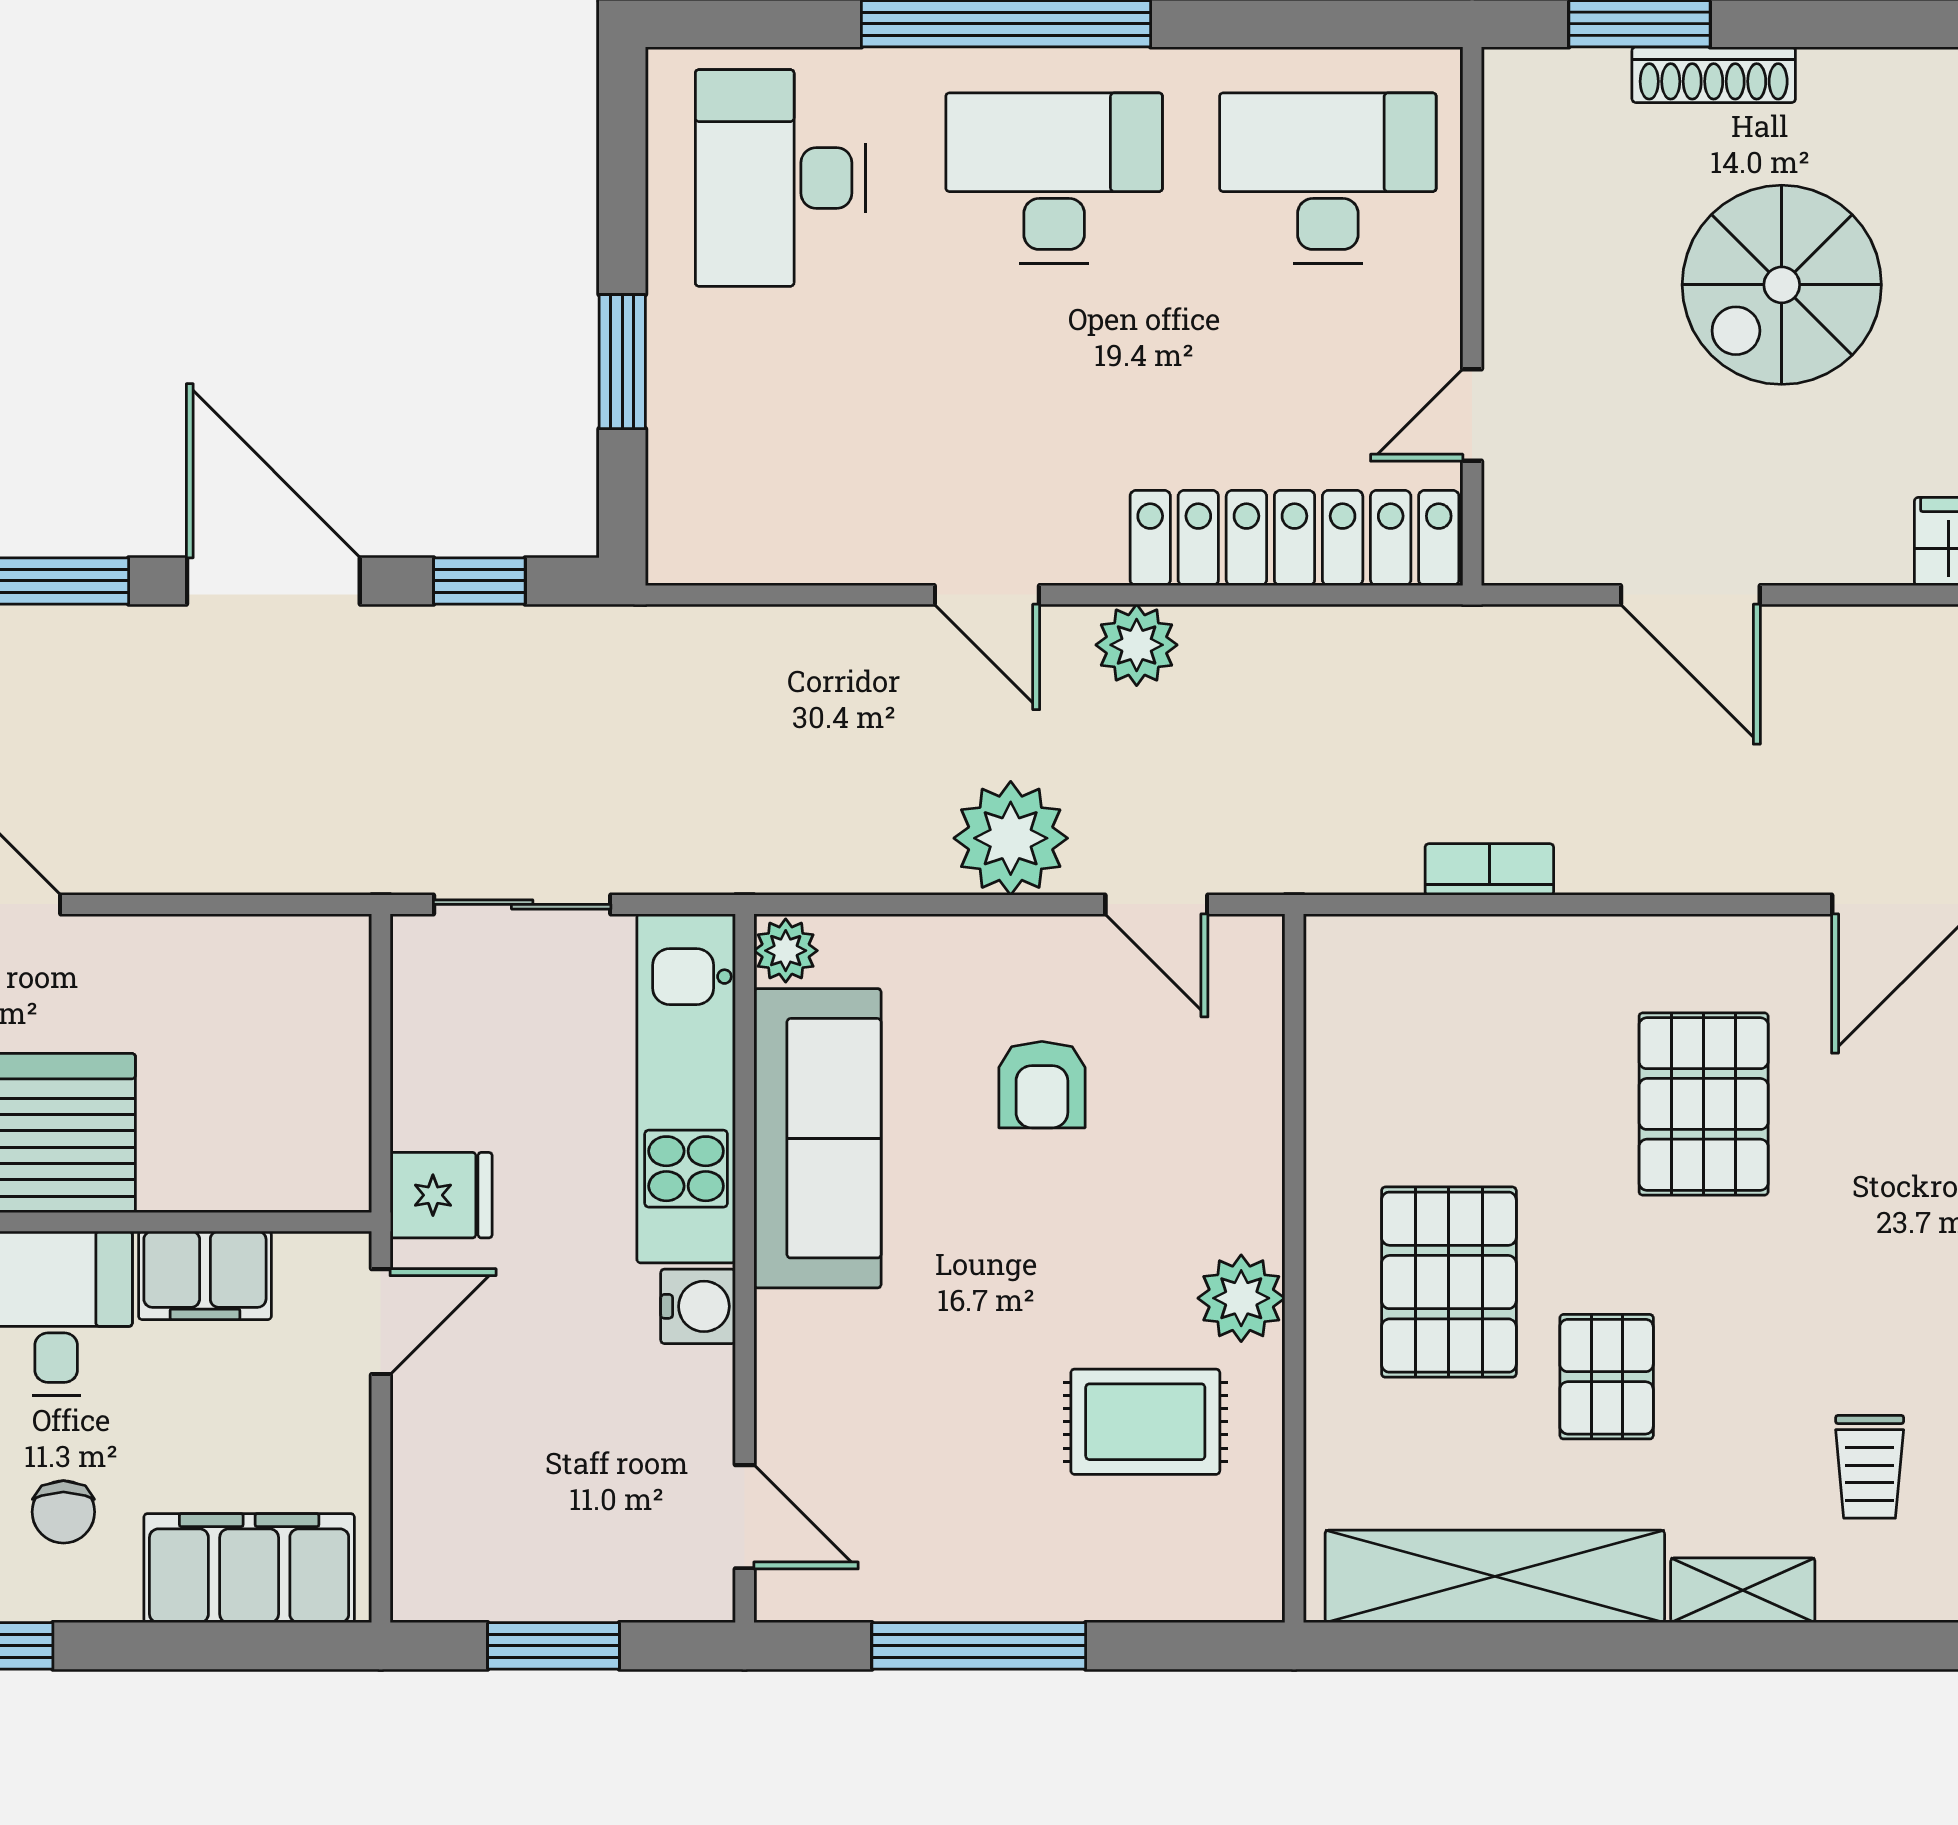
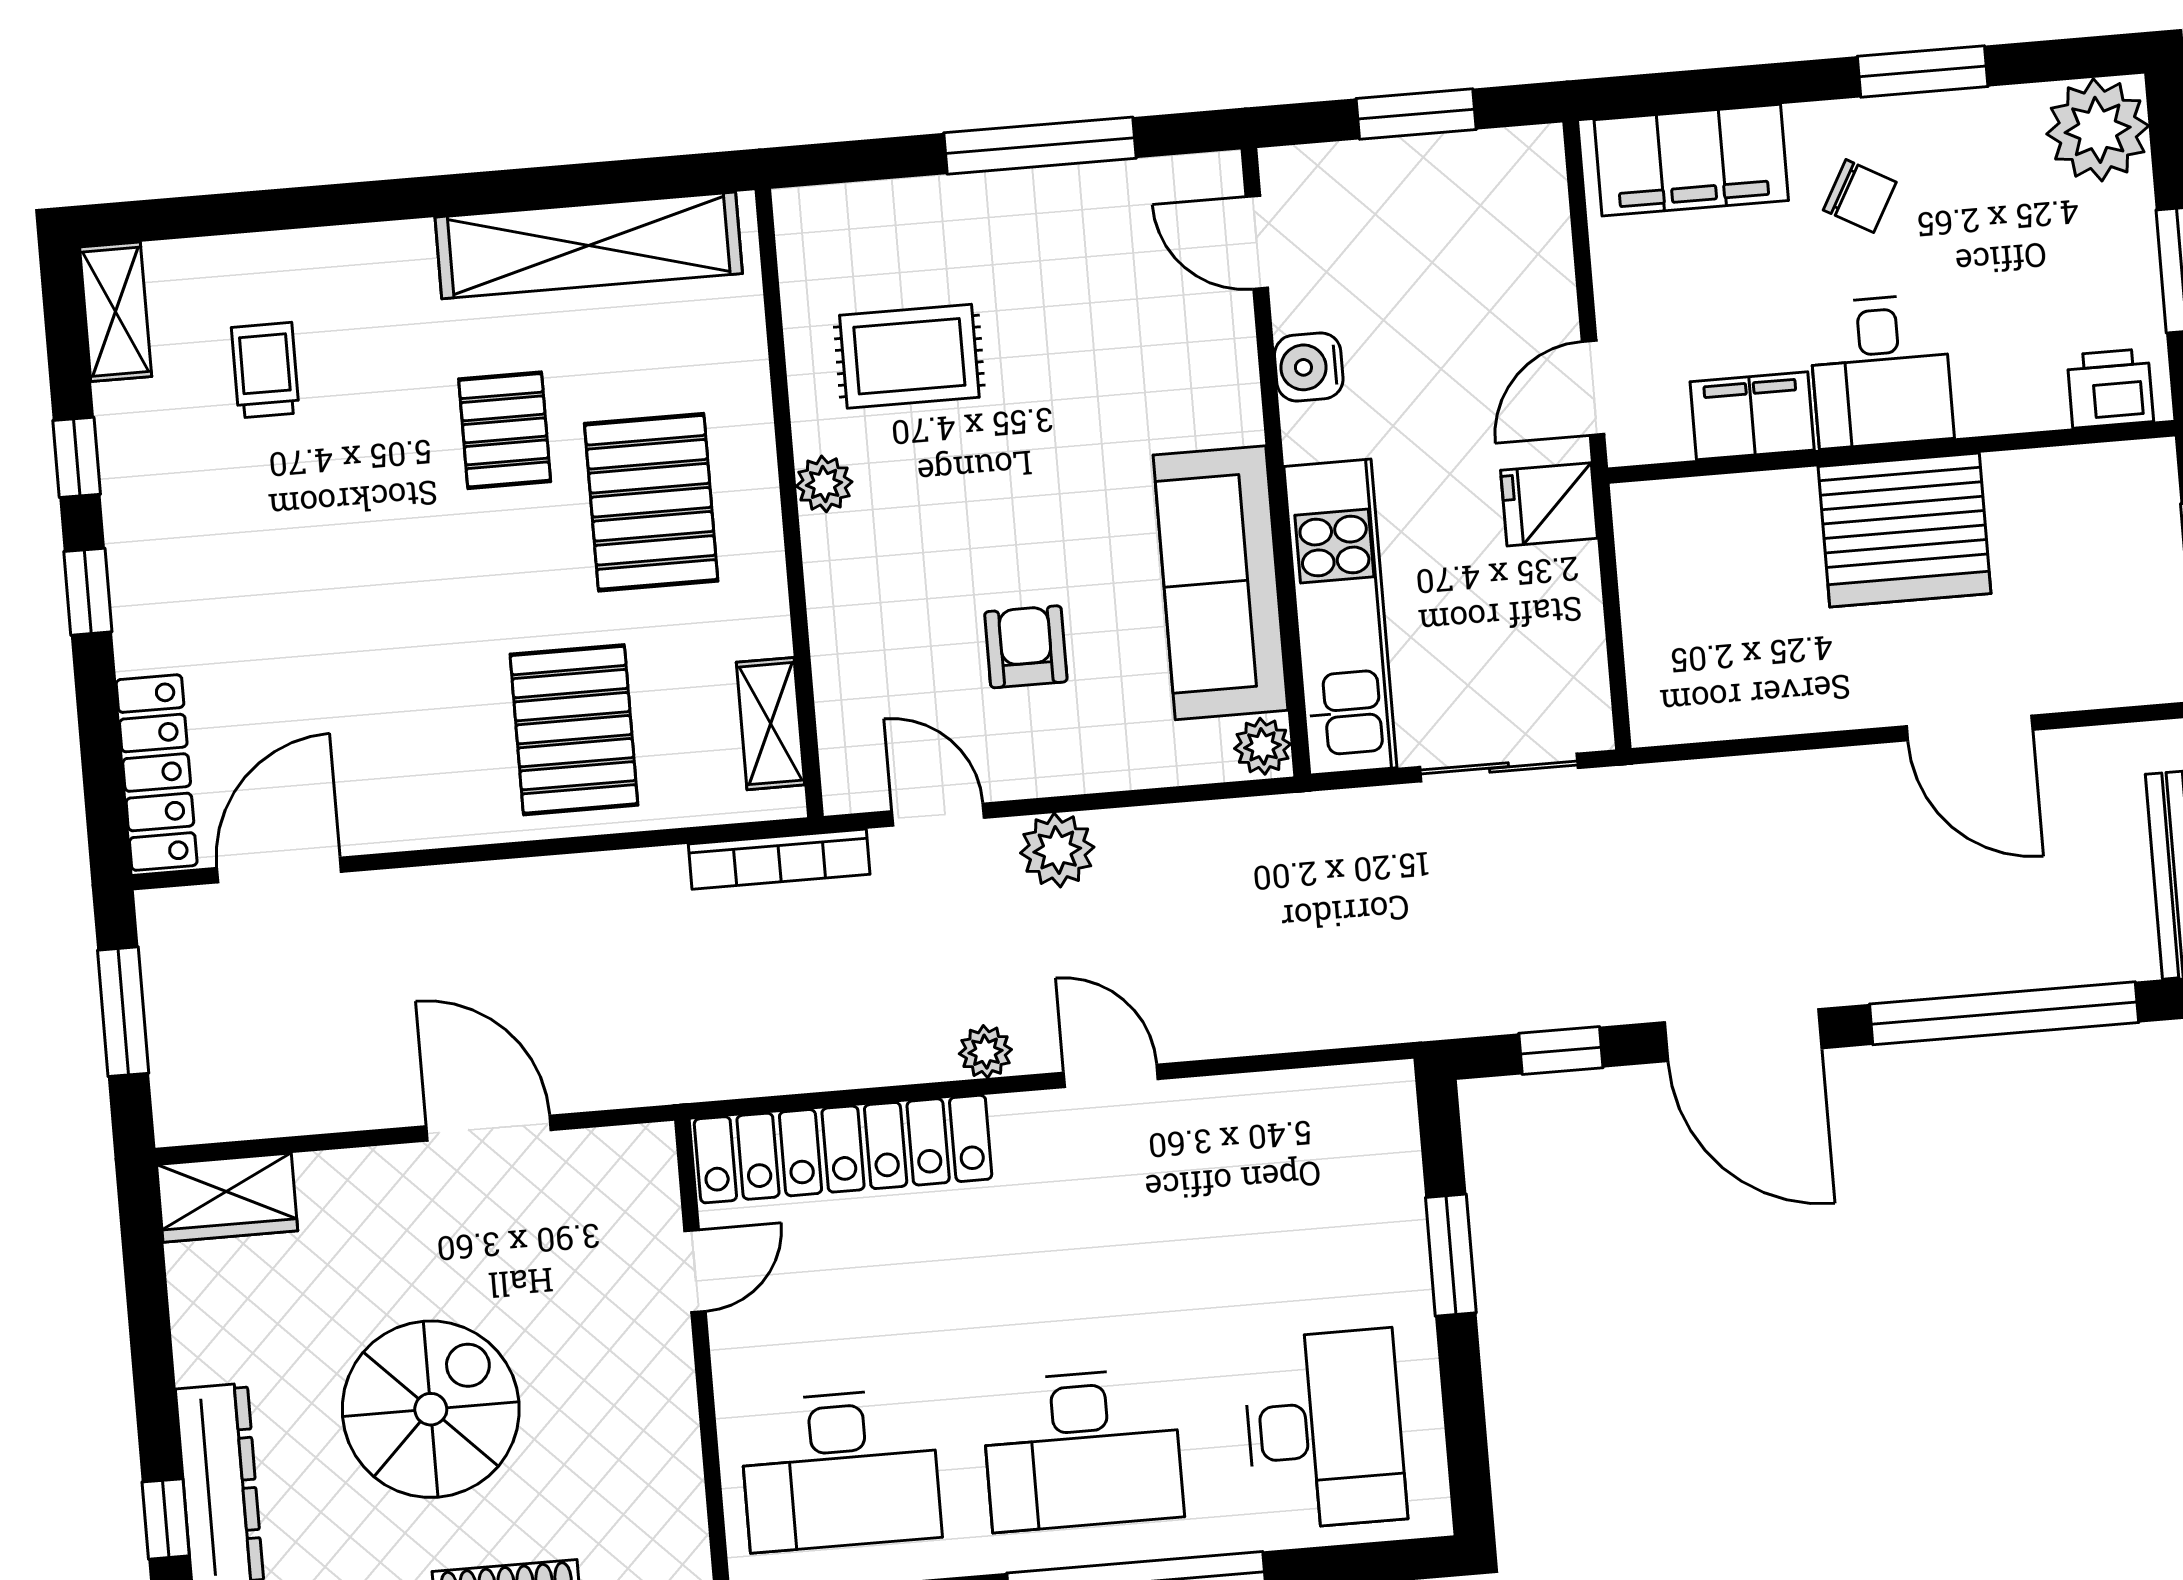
plant: (1137, 645) -> (985, 1052), width x0.73, depth x0.73
plant: (1011, 838) -> (1057, 850), width x0.73, depth x0.73
bookcase: (1489, 869) -> (779, 859), moved, width x1.56
pallet: (1704, 1104) -> (574, 730), moved
plant: (1241, 1298) -> (824, 484), width x0.73, depth x0.73
water cooler: (698, 1306) -> (1309, 367), moved
chair: (63, 1512) -> (1860, 196), turned 119
shelving: (1743, 1590) -> (770, 724), moved, turned 90

